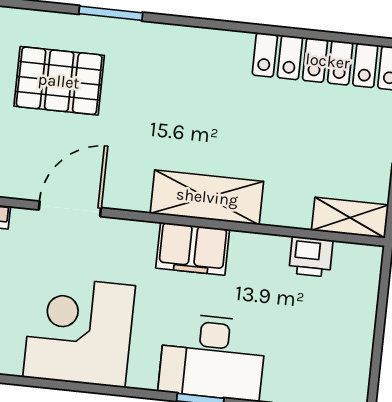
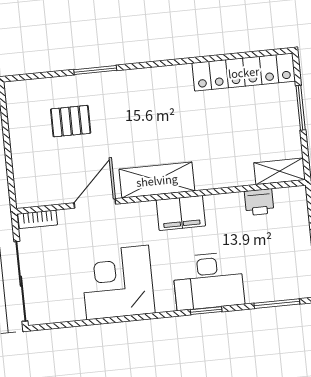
pallet: (59, 81) -> (71, 121), width x0.67, depth x0.71
shelving: (207, 197) -> (157, 180), moved

